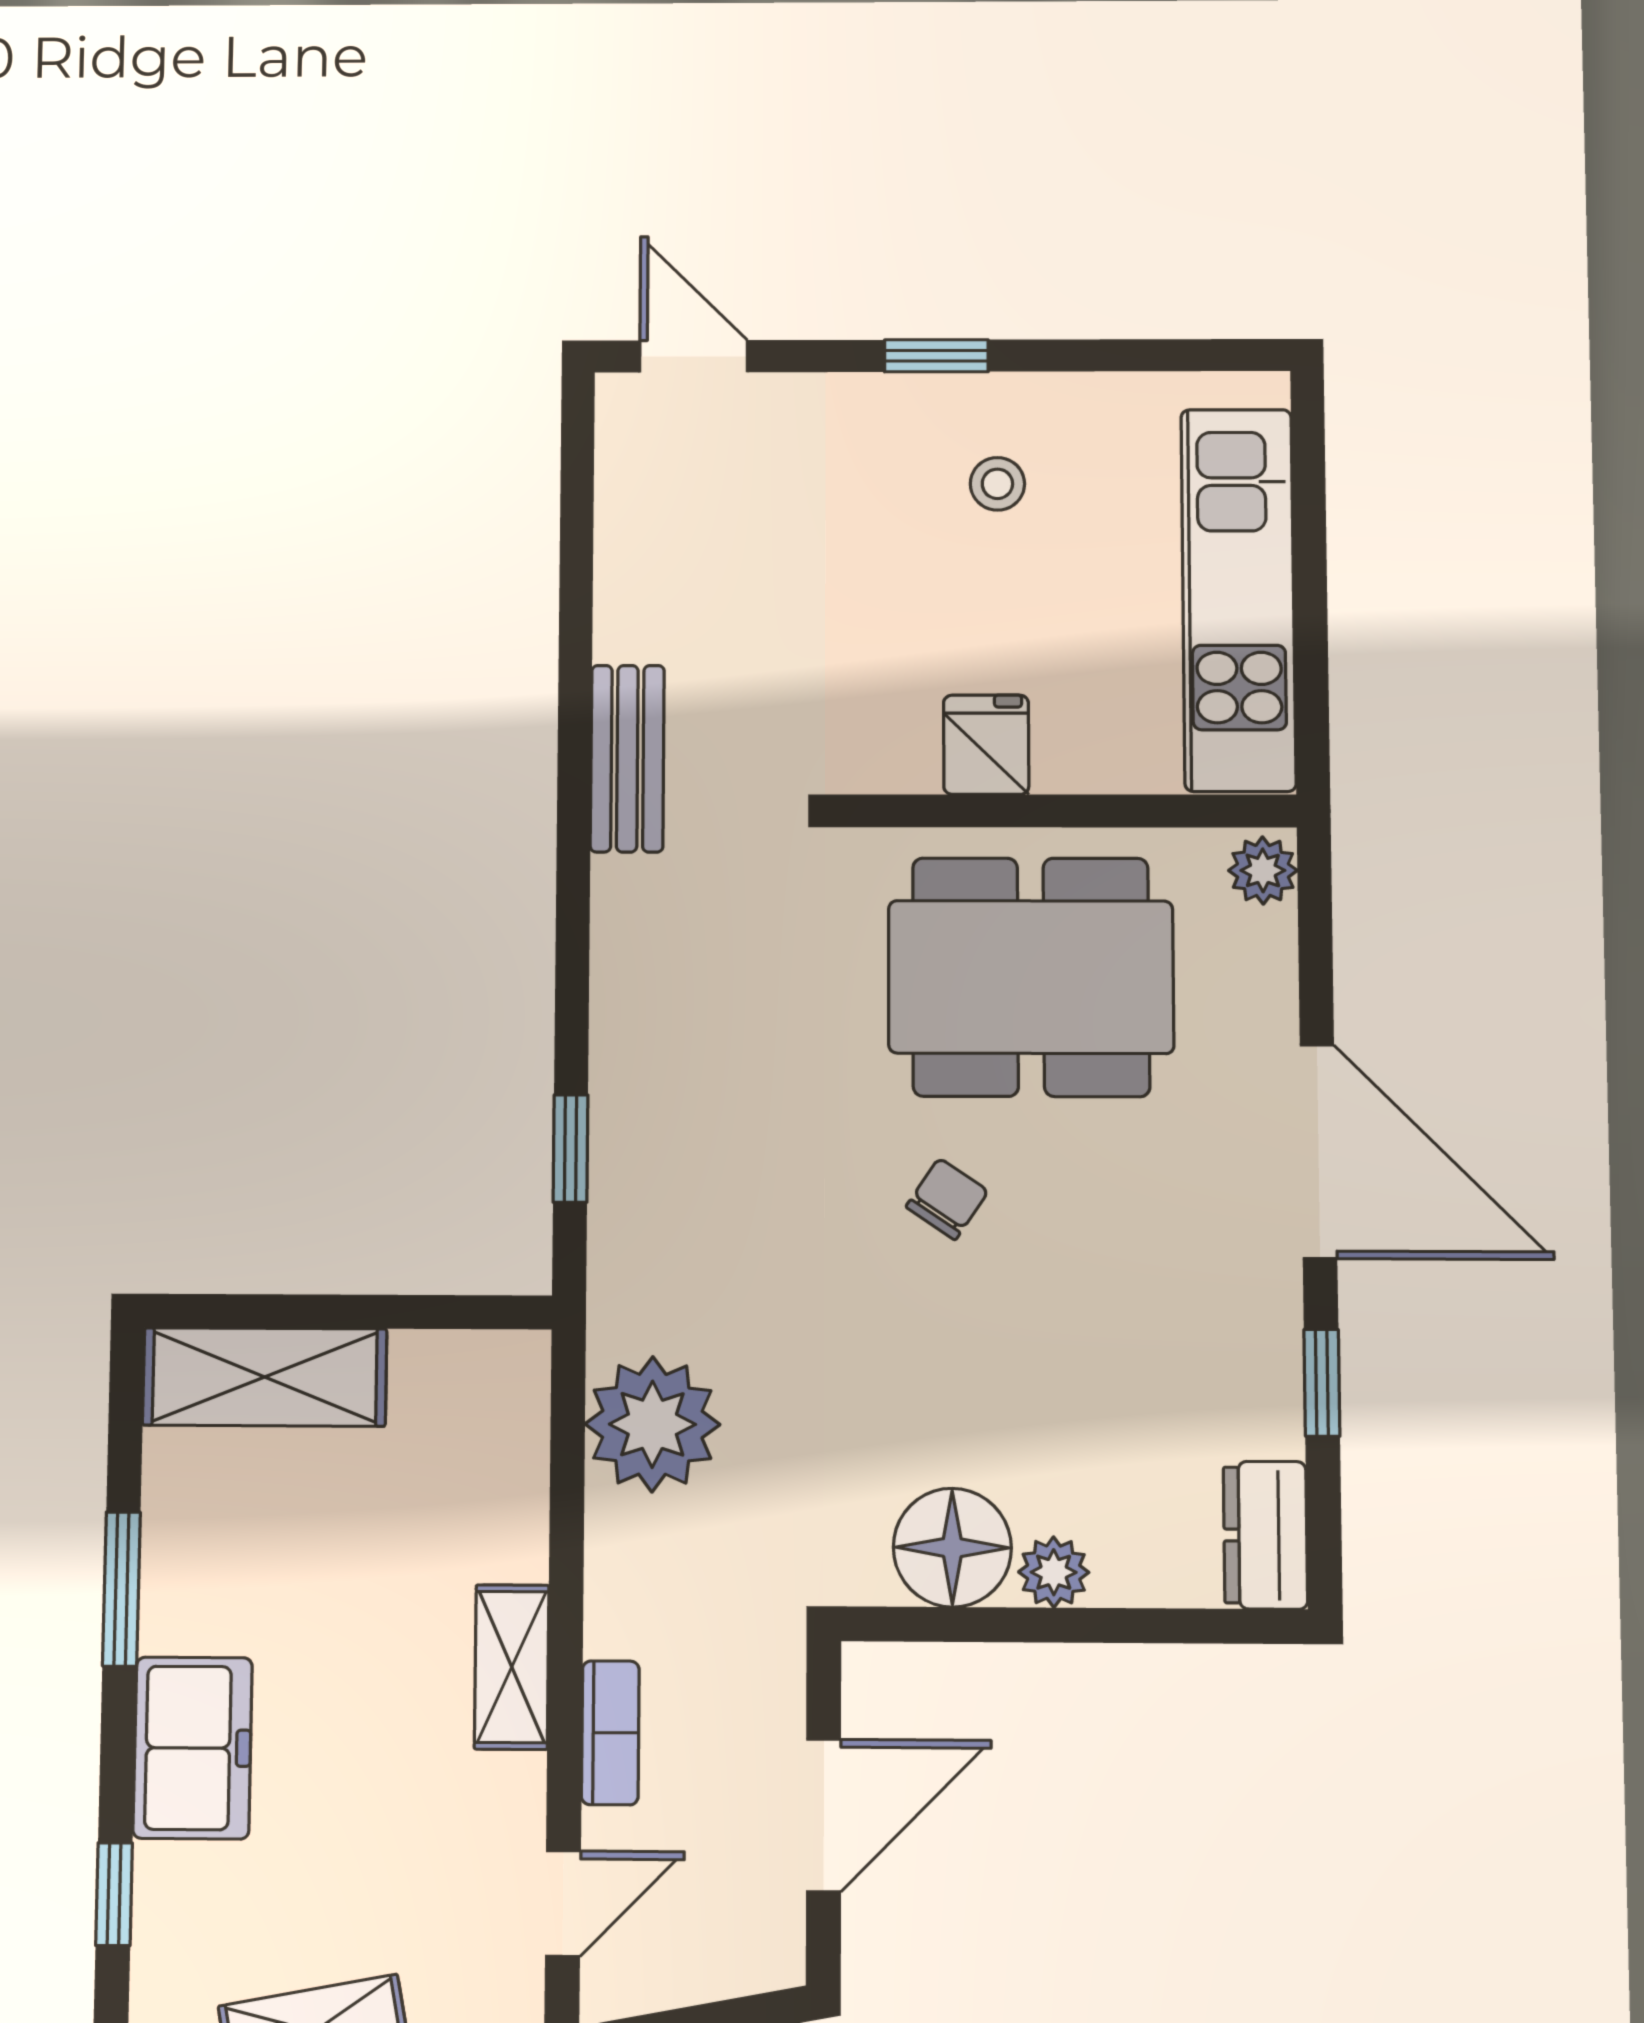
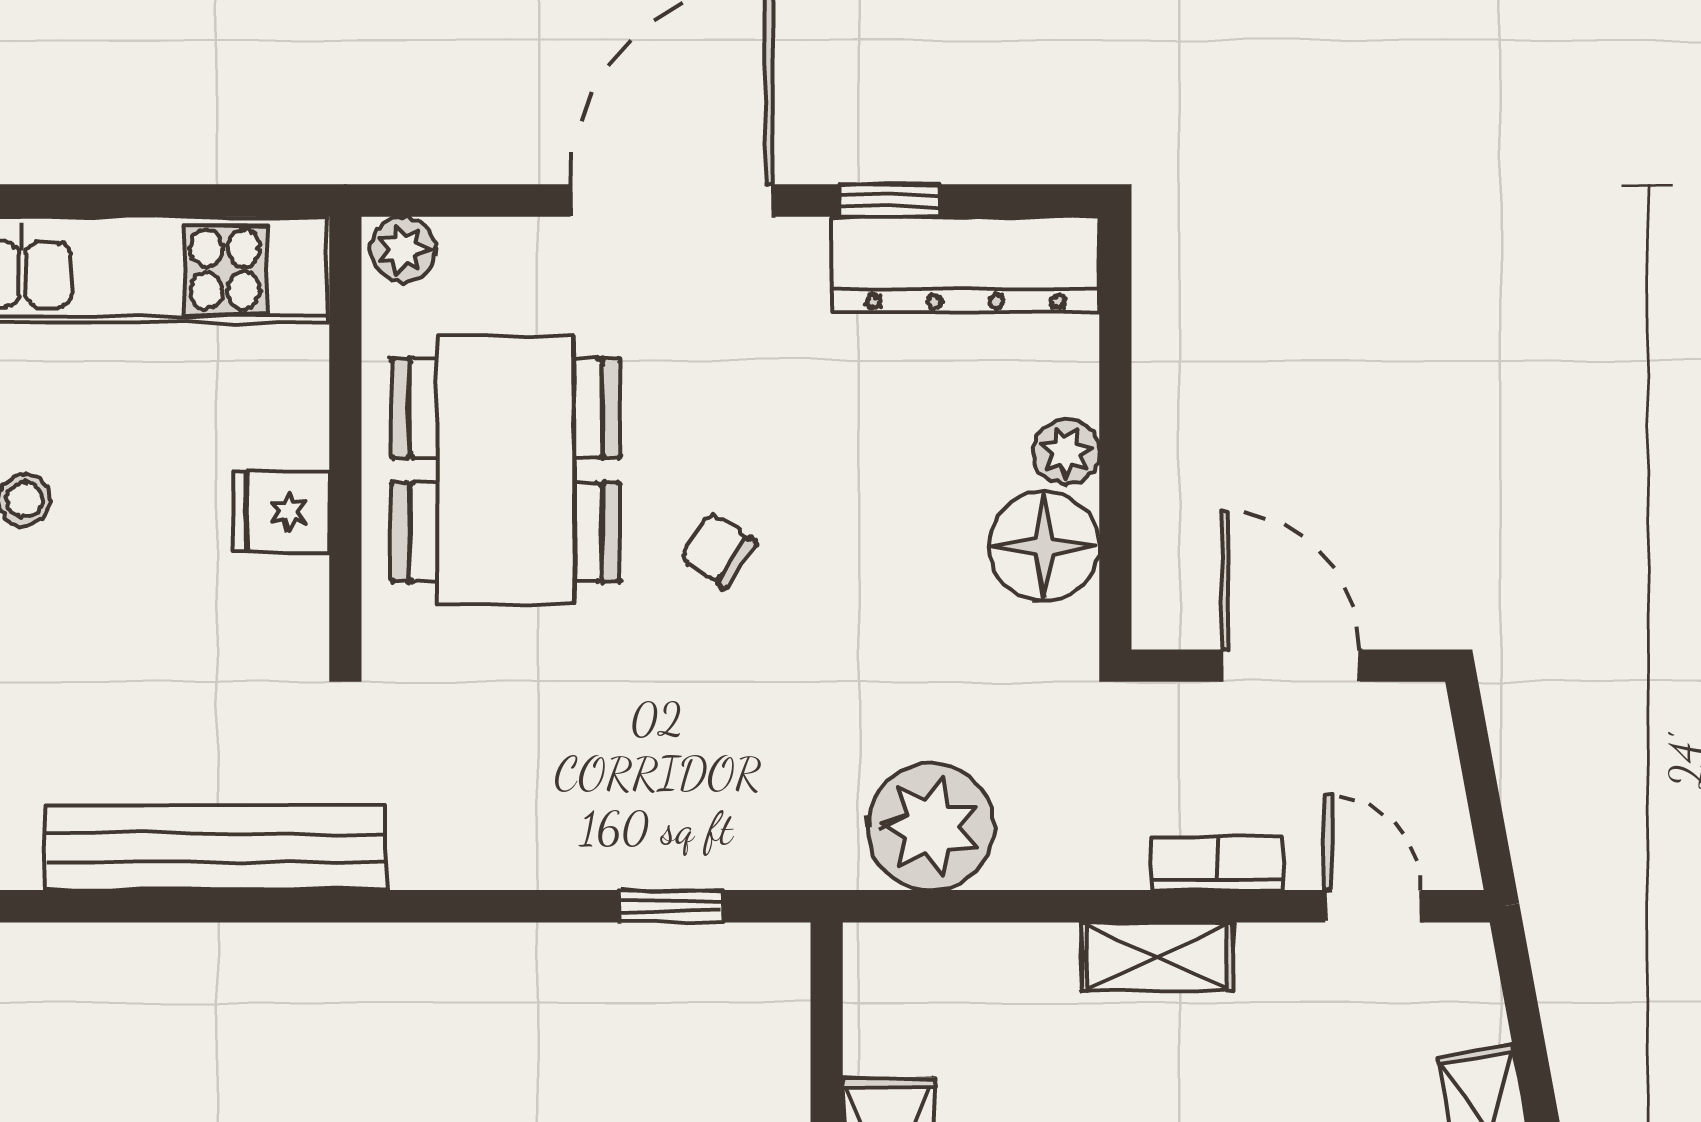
bench: (627, 759) -> (216, 848), width x1.86, depth x1.21
dresser: (1265, 1535) -> (965, 264), width x1.96, depth x1.24

